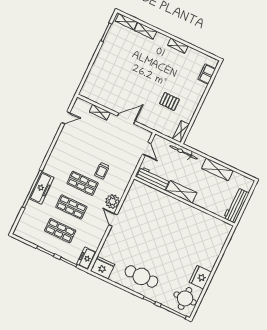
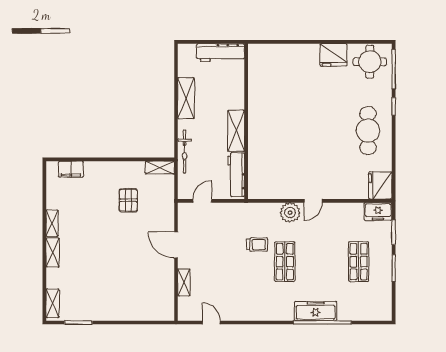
shelving: (146, 31) -> (53, 252), moved
shop shelf: (71, 207) -> (322, 262), removed

